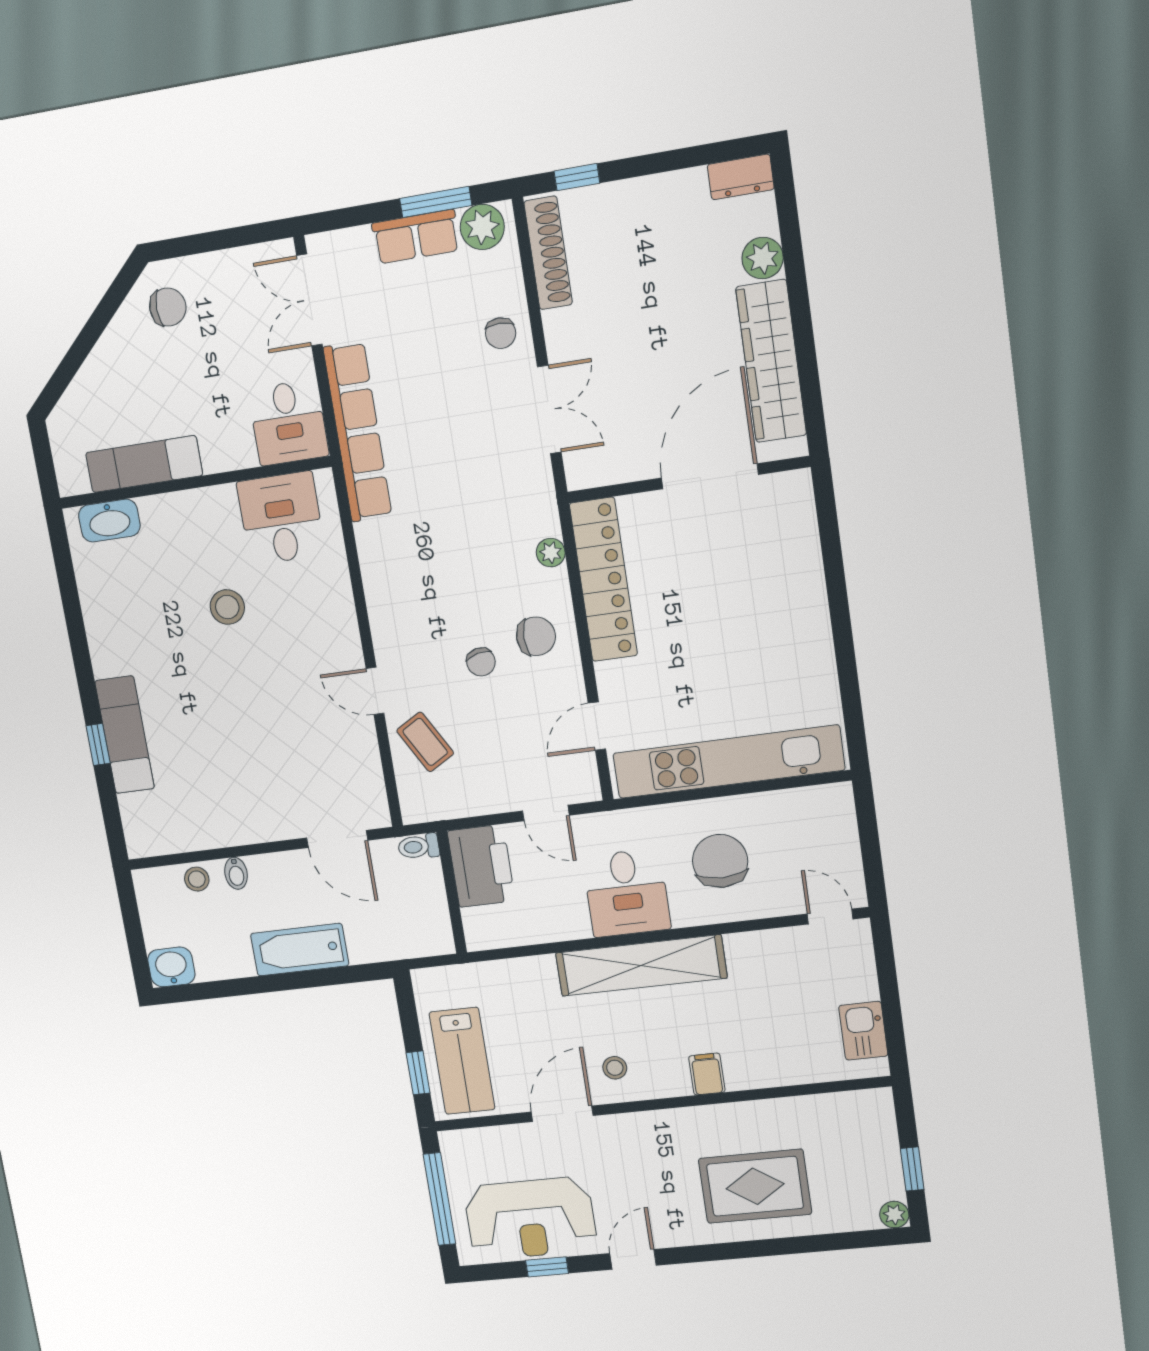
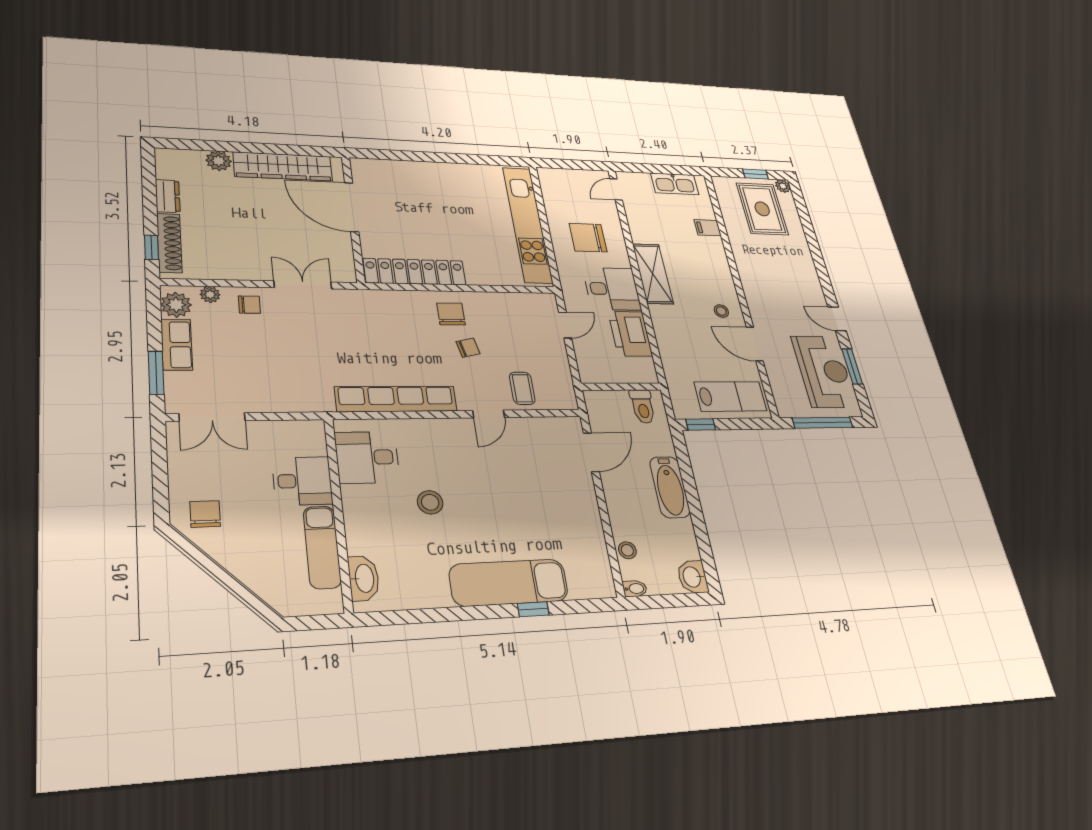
dresser: (741, 177) -> (168, 196), moved
window: (436, 202) -> (156, 373), moved
shoe rack: (548, 253) -> (169, 243), moved, turned 90
desk: (288, 423) -> (302, 481), moved
row of seats: (358, 432) -> (396, 399), moved
plant: (551, 553) -> (210, 295), moved
door: (597, 726) -> (508, 289), removed
exam couch: (125, 735) -> (509, 583), width x1.36, depth x1.45
coffee table: (425, 742) -> (522, 388), turned -60
toilet: (419, 847) -> (643, 406), moved, width x1.37, depth x1.39
printer: (481, 866) -> (630, 334), moved, turned -90
bidet: (236, 873) -> (635, 589), moved
shelving: (641, 965) -> (653, 274), width x0.68
kitchen sink: (863, 1031) -> (675, 184), width x1.38
window: (418, 1073) -> (701, 424), moved
filing cabinet: (707, 1074) -> (708, 228), moved
rug: (755, 1186) -> (762, 209), moved
window: (547, 1267) -> (852, 366), width x1.50

